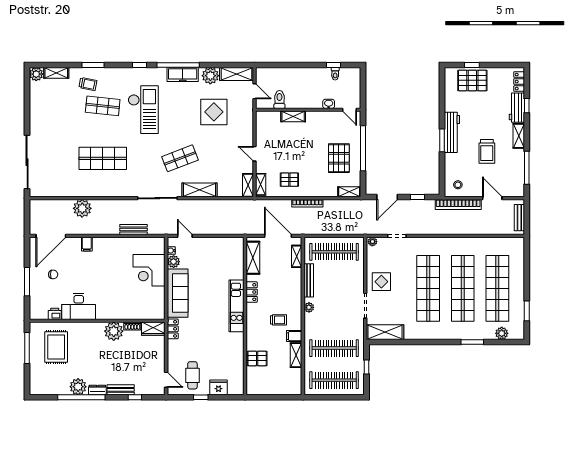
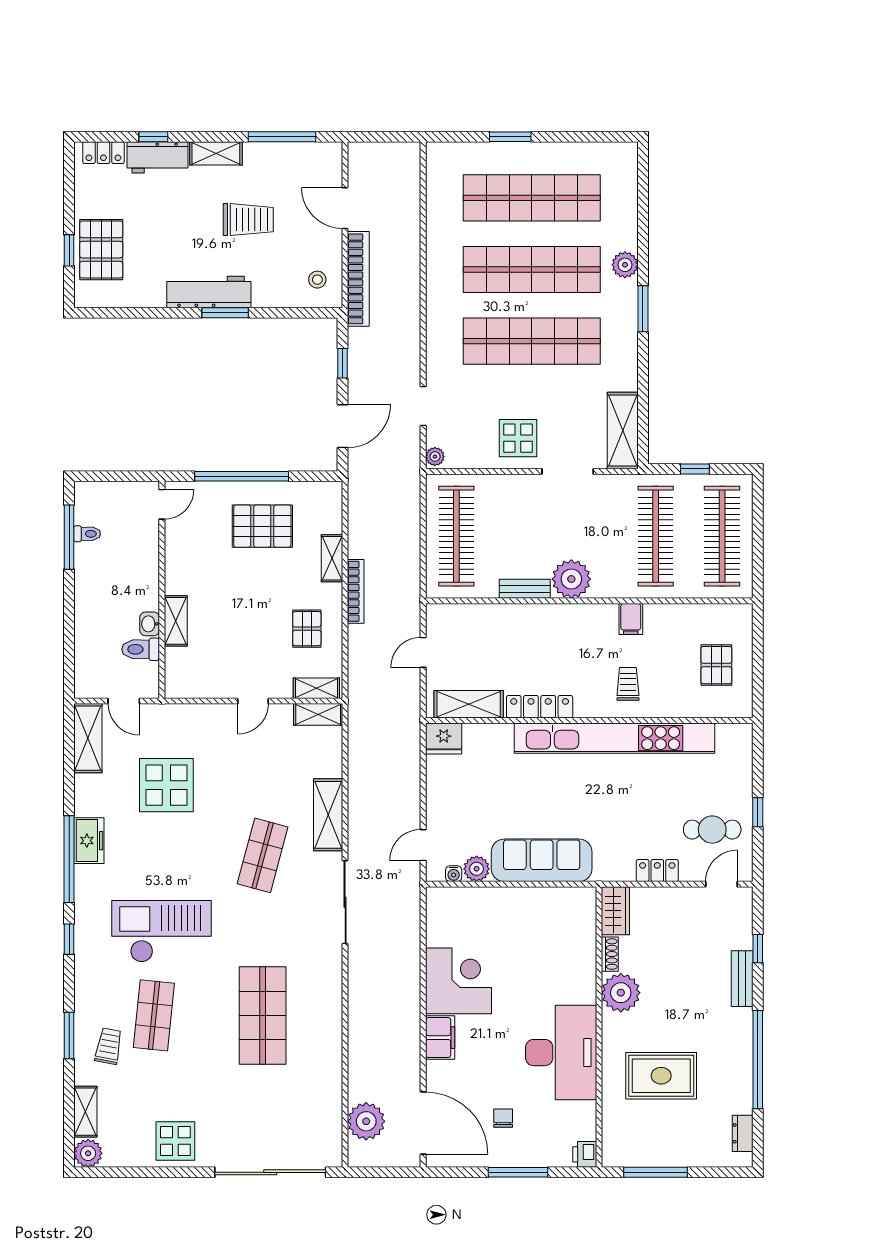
window: (334, 65) -> (69, 537), width x2.17
freezer: (183, 75) -> (89, 841), width x0.71
plant: (210, 76) -> (91, 792), removed
door: (254, 91) -> (124, 701), swing flipped
washbasin: (329, 104) -> (150, 624), moved
display table: (42, 116) -> (175, 1141), added
shop shelf: (180, 158) -> (263, 855), turned 36
shelving: (349, 192) -> (332, 558), moved
door: (387, 197) -> (343, 426), hinge flipped
door: (492, 198) -> (345, 208), hinge flipped
plant: (82, 208) -> (366, 1121), moved
bench: (519, 218) -> (385, 152), removed
bench: (134, 229) -> (410, 952), removed
door: (278, 236) -> (423, 652), width x0.53
filing cabinet: (87, 244) -> (440, 1038), width x2.00
shelving: (297, 256) -> (466, 614), removed
corner desk: (149, 270) -> (459, 981), moved, turned -90
bench: (309, 280) -> (525, 589), width x0.73
locker: (252, 292) -> (540, 707), width x1.53
desk: (79, 306) -> (561, 1053), width x1.36, depth x1.30
kitchen unit: (237, 306) -> (615, 738), width x1.86
plant: (309, 307) -> (571, 579), width x1.88, depth x1.88
window: (527, 311) -> (510, 137), moved
printer: (55, 314) -> (585, 1154), moved
trolley: (278, 320) -> (628, 684), moved
locker: (173, 329) -> (657, 871), moved
plant: (502, 333) -> (625, 265), moved
window: (472, 342) -> (643, 309), moved
rug: (56, 347) -> (661, 1076), moved
shelving: (296, 355) -> (670, 615), removed
pallet: (257, 358) -> (716, 665), moved
plant: (78, 387) -> (736, 1067), removed
fridge: (218, 387) -> (444, 739), moved, turned -90
dresser: (97, 390) -> (743, 1133), moved

